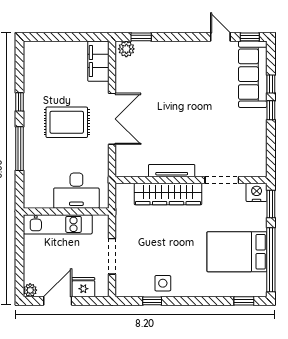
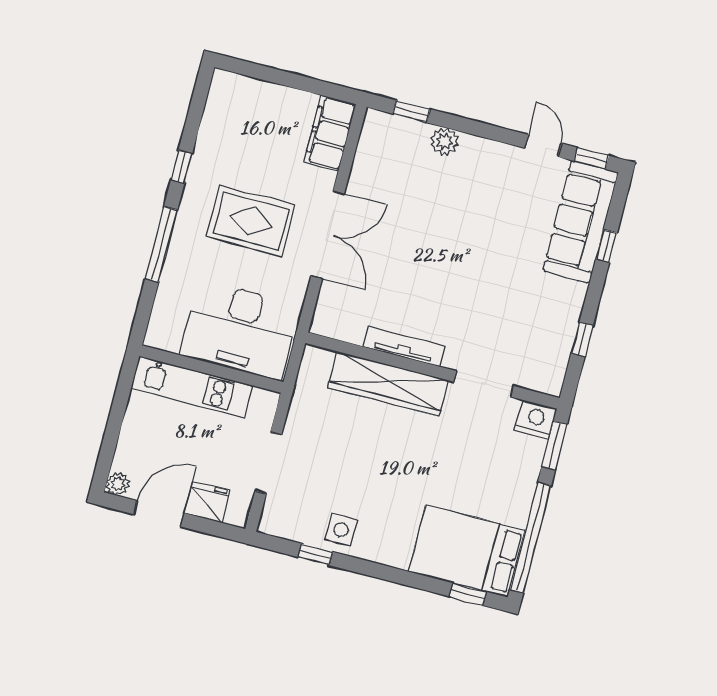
plant: (126, 49) -> (445, 141), moved
window: (271, 110) -> (582, 340), moved
desk: (76, 191) -> (240, 330), width x1.36, depth x1.30
bed: (237, 252) -> (467, 551), moved

